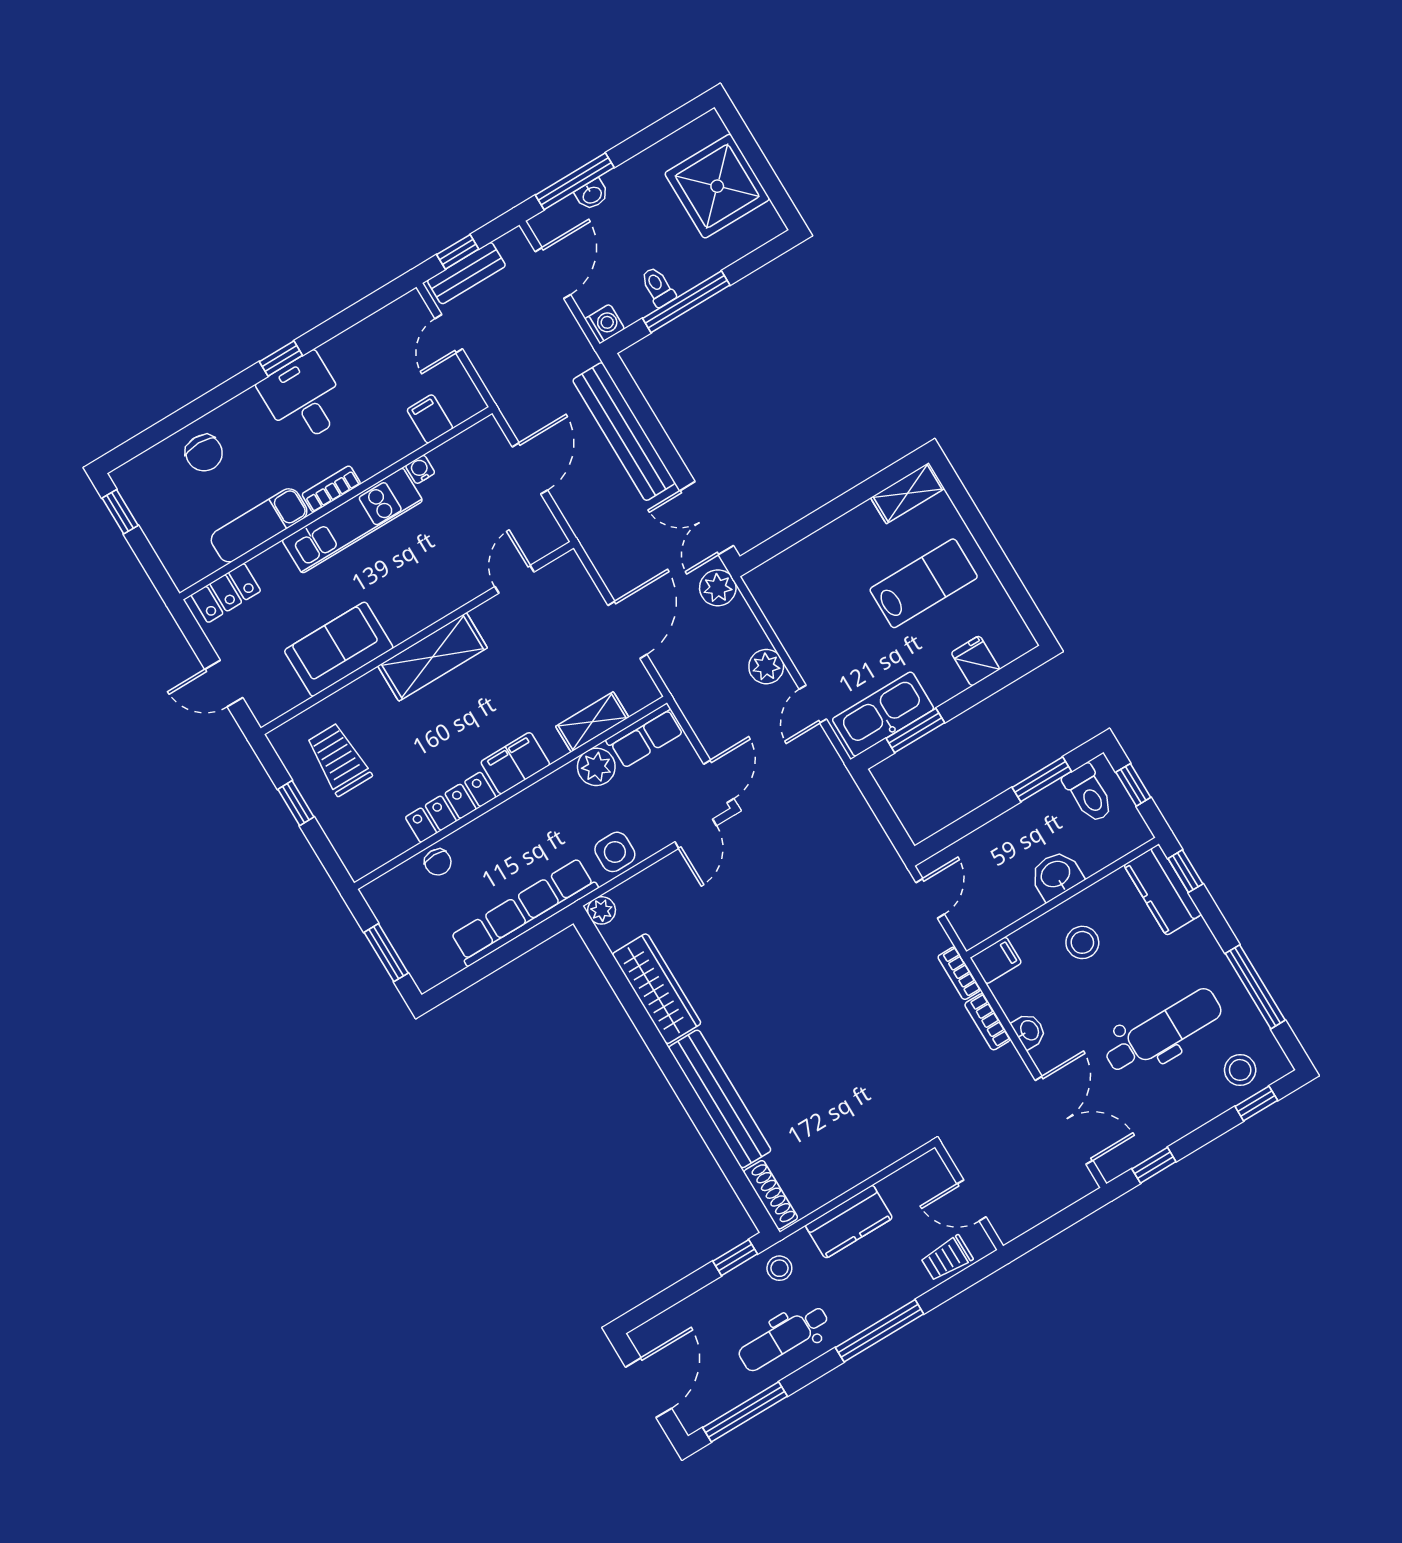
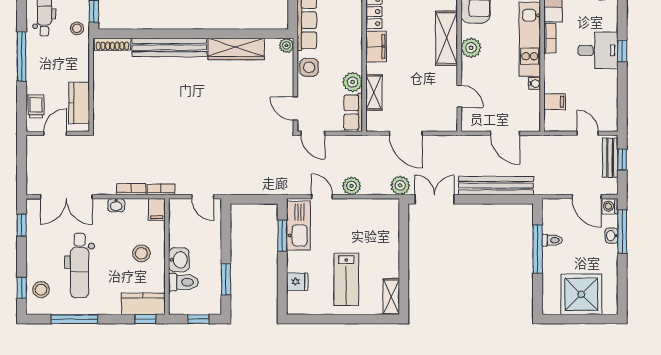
washing machine: (605, 324) -> (610, 206), moved, turned 90
plant: (424, 608) -> (471, 48), added
toilet: (1089, 793) -> (183, 282), moved, turned 180
kitchen counter: (849, 1222) -> (79, 103), moved

